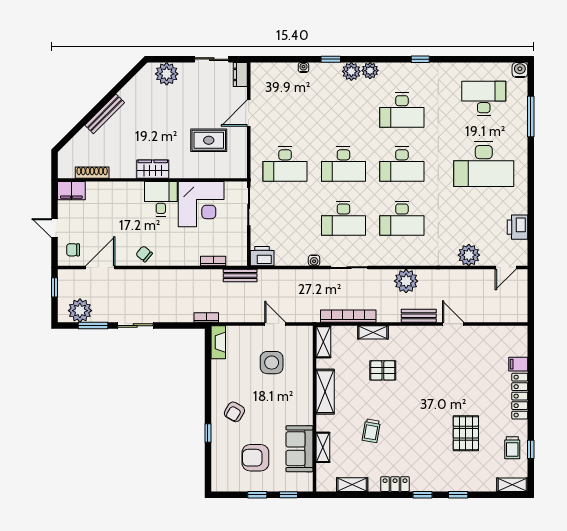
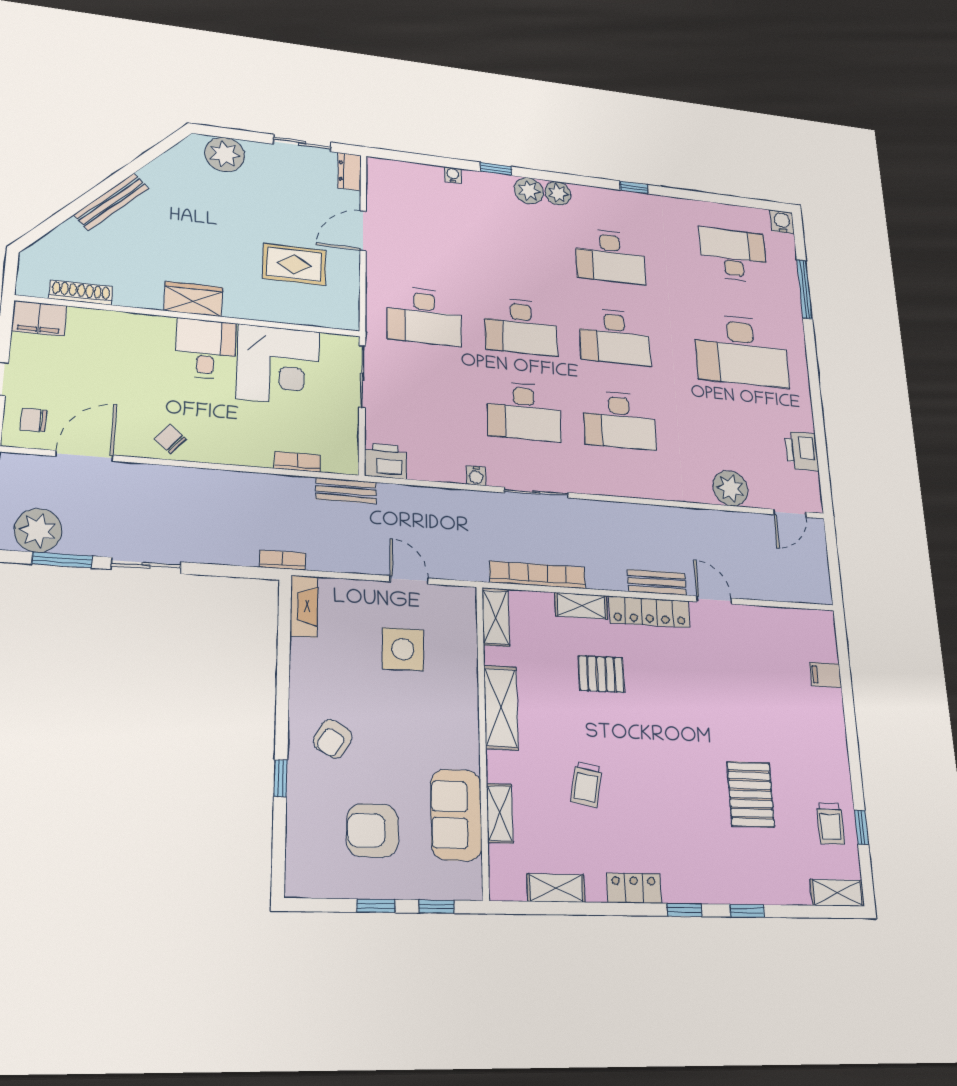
plant: (406, 281) -> (632, 522), removed
locker: (520, 396) -> (649, 612), moved, turned -90

